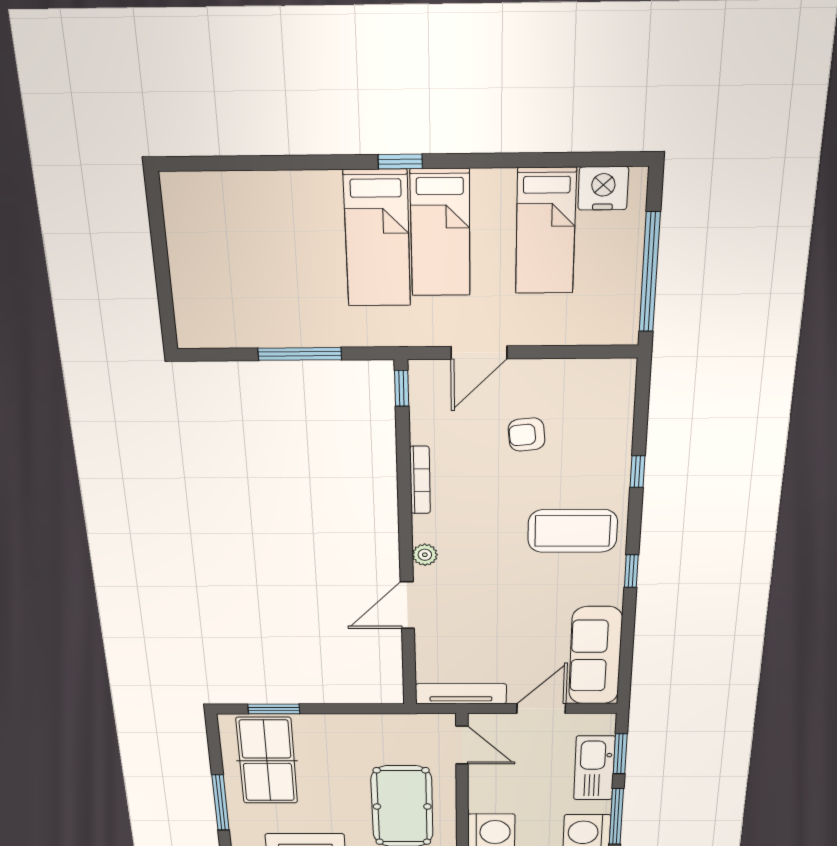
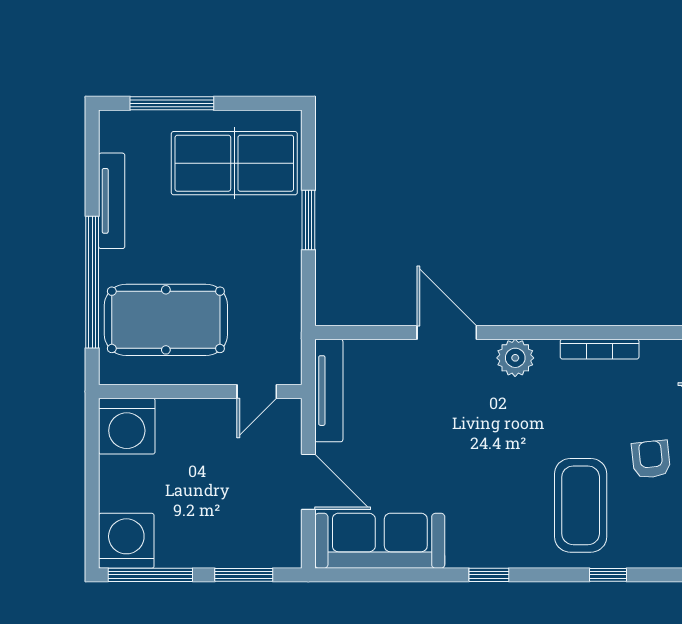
coffee table: (573, 531) -> (581, 505), moved
plant: (425, 555) -> (515, 358), width x1.38, depth x1.38
window: (274, 709) -> (308, 220), moved
door: (462, 745) -> (257, 391), width x0.73
kitchen sink: (594, 768) -> (223, 546), removed

